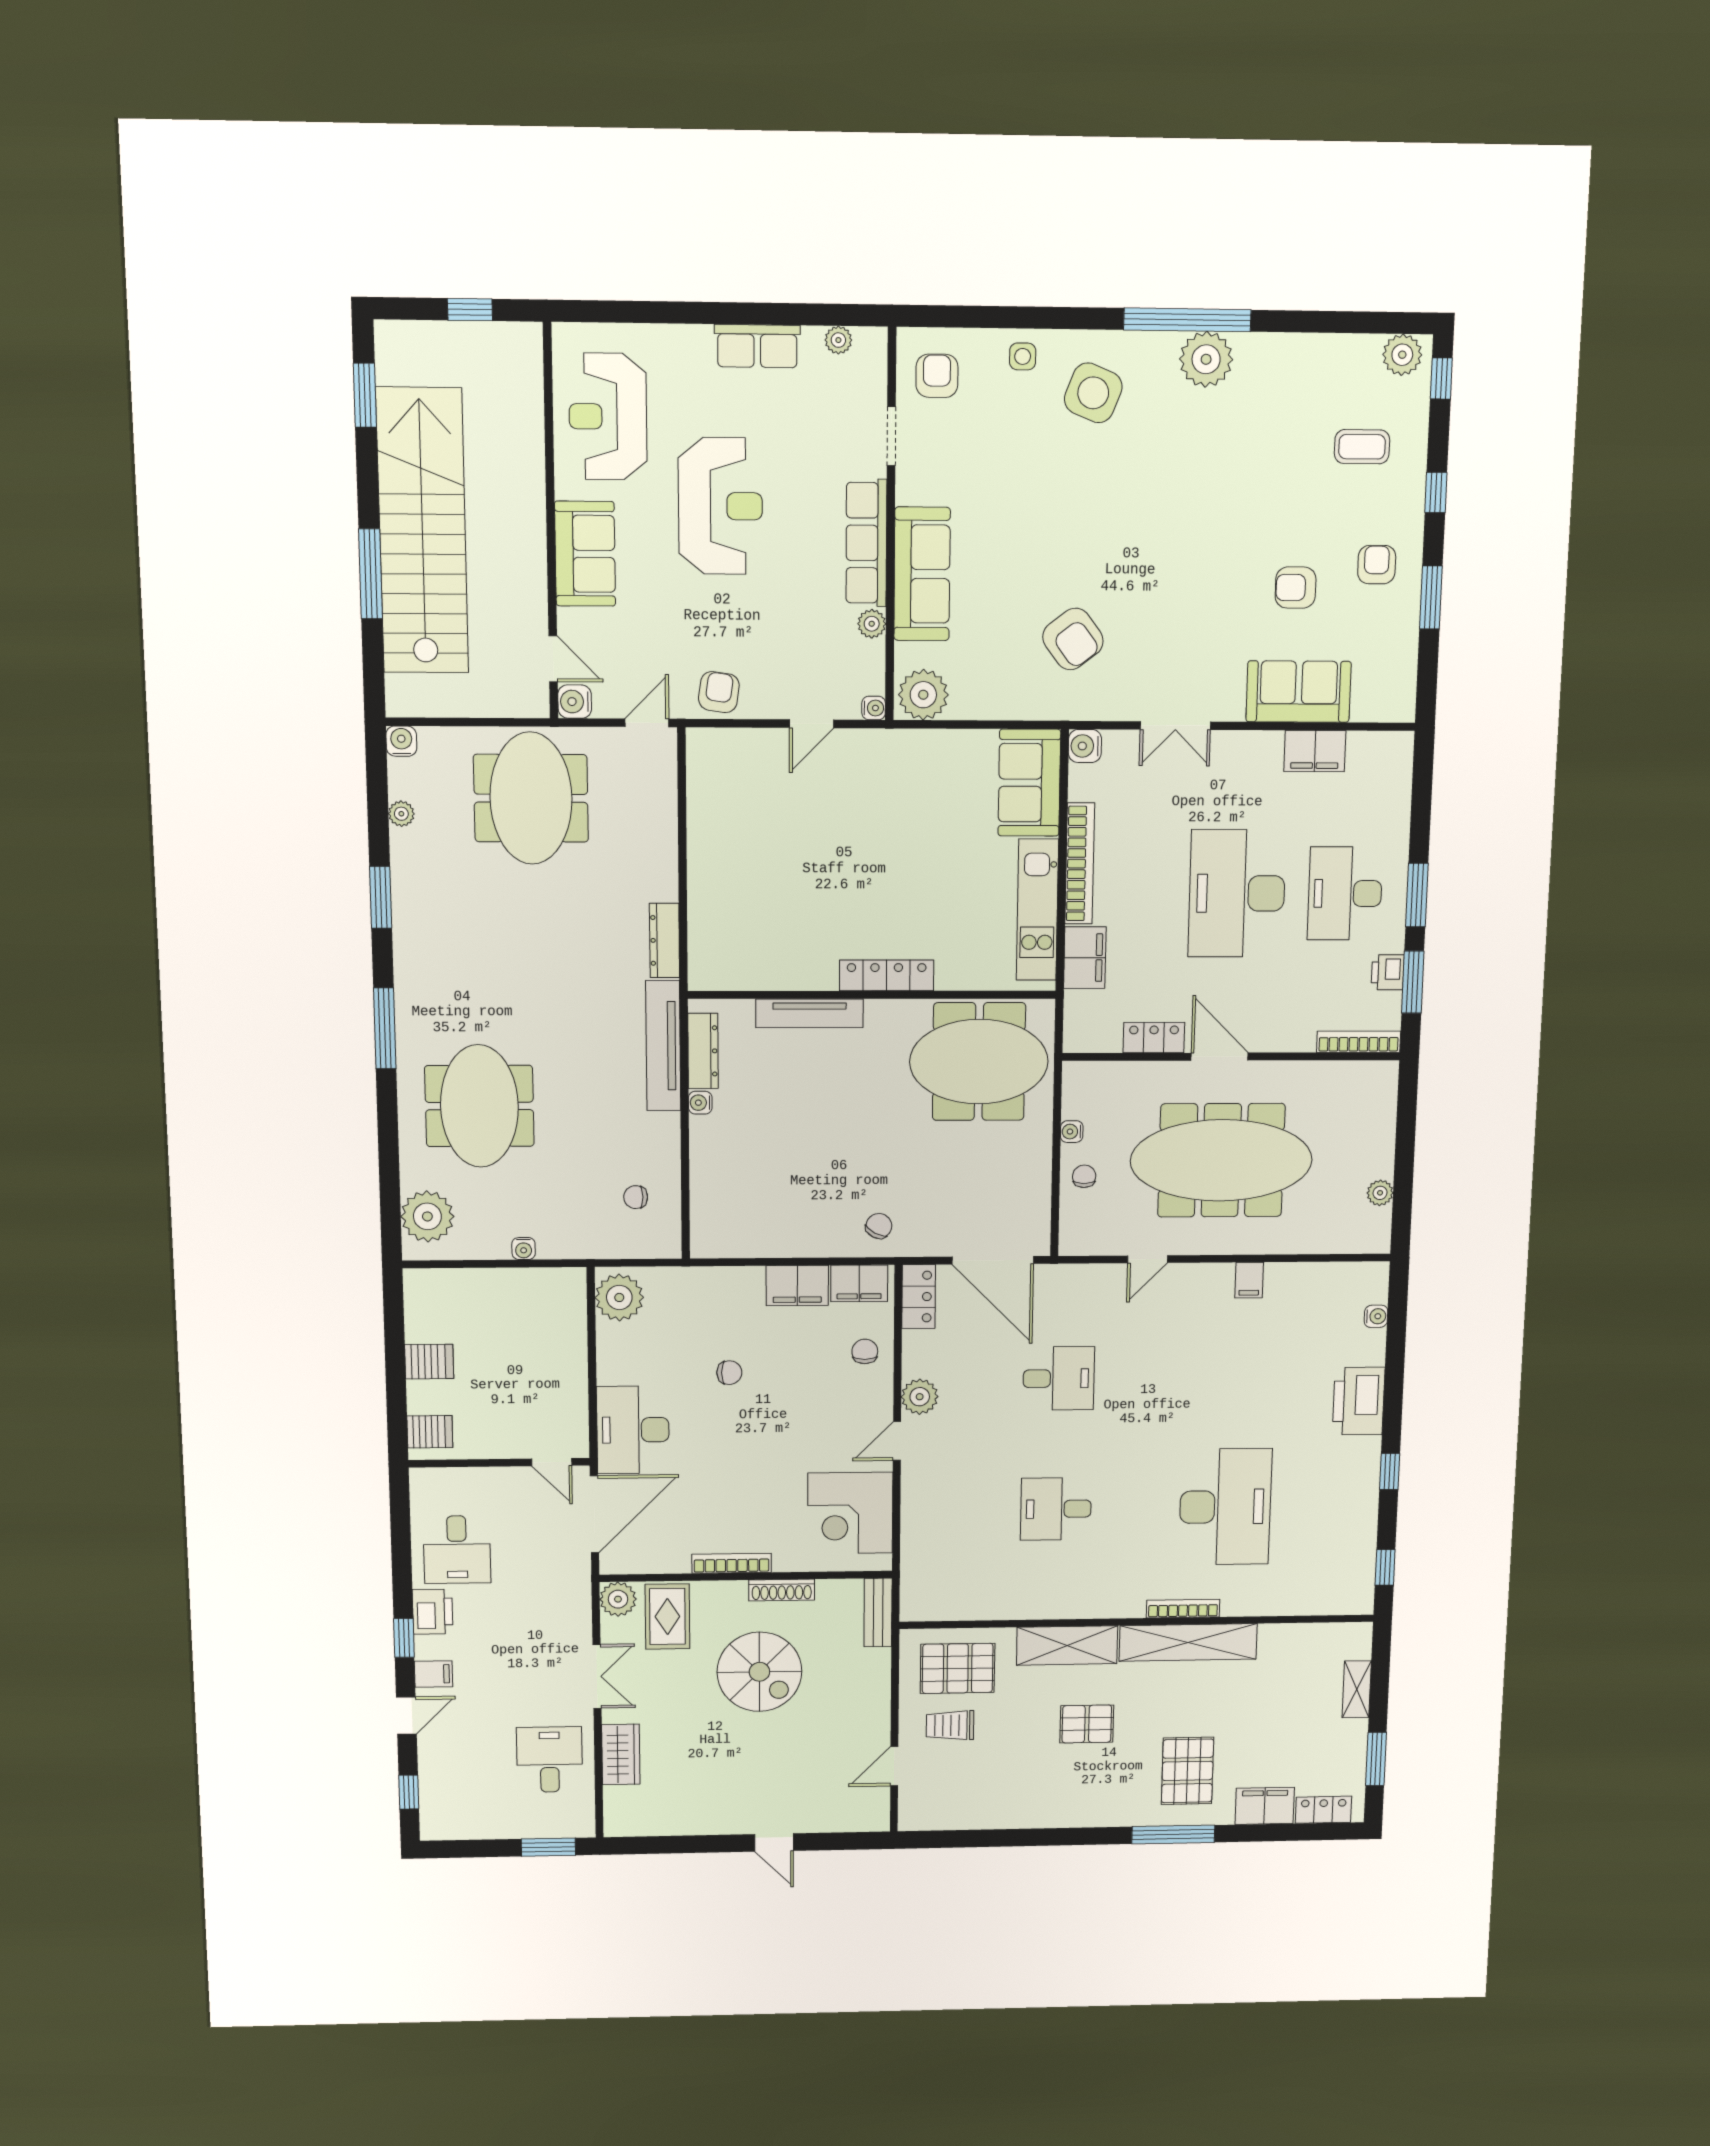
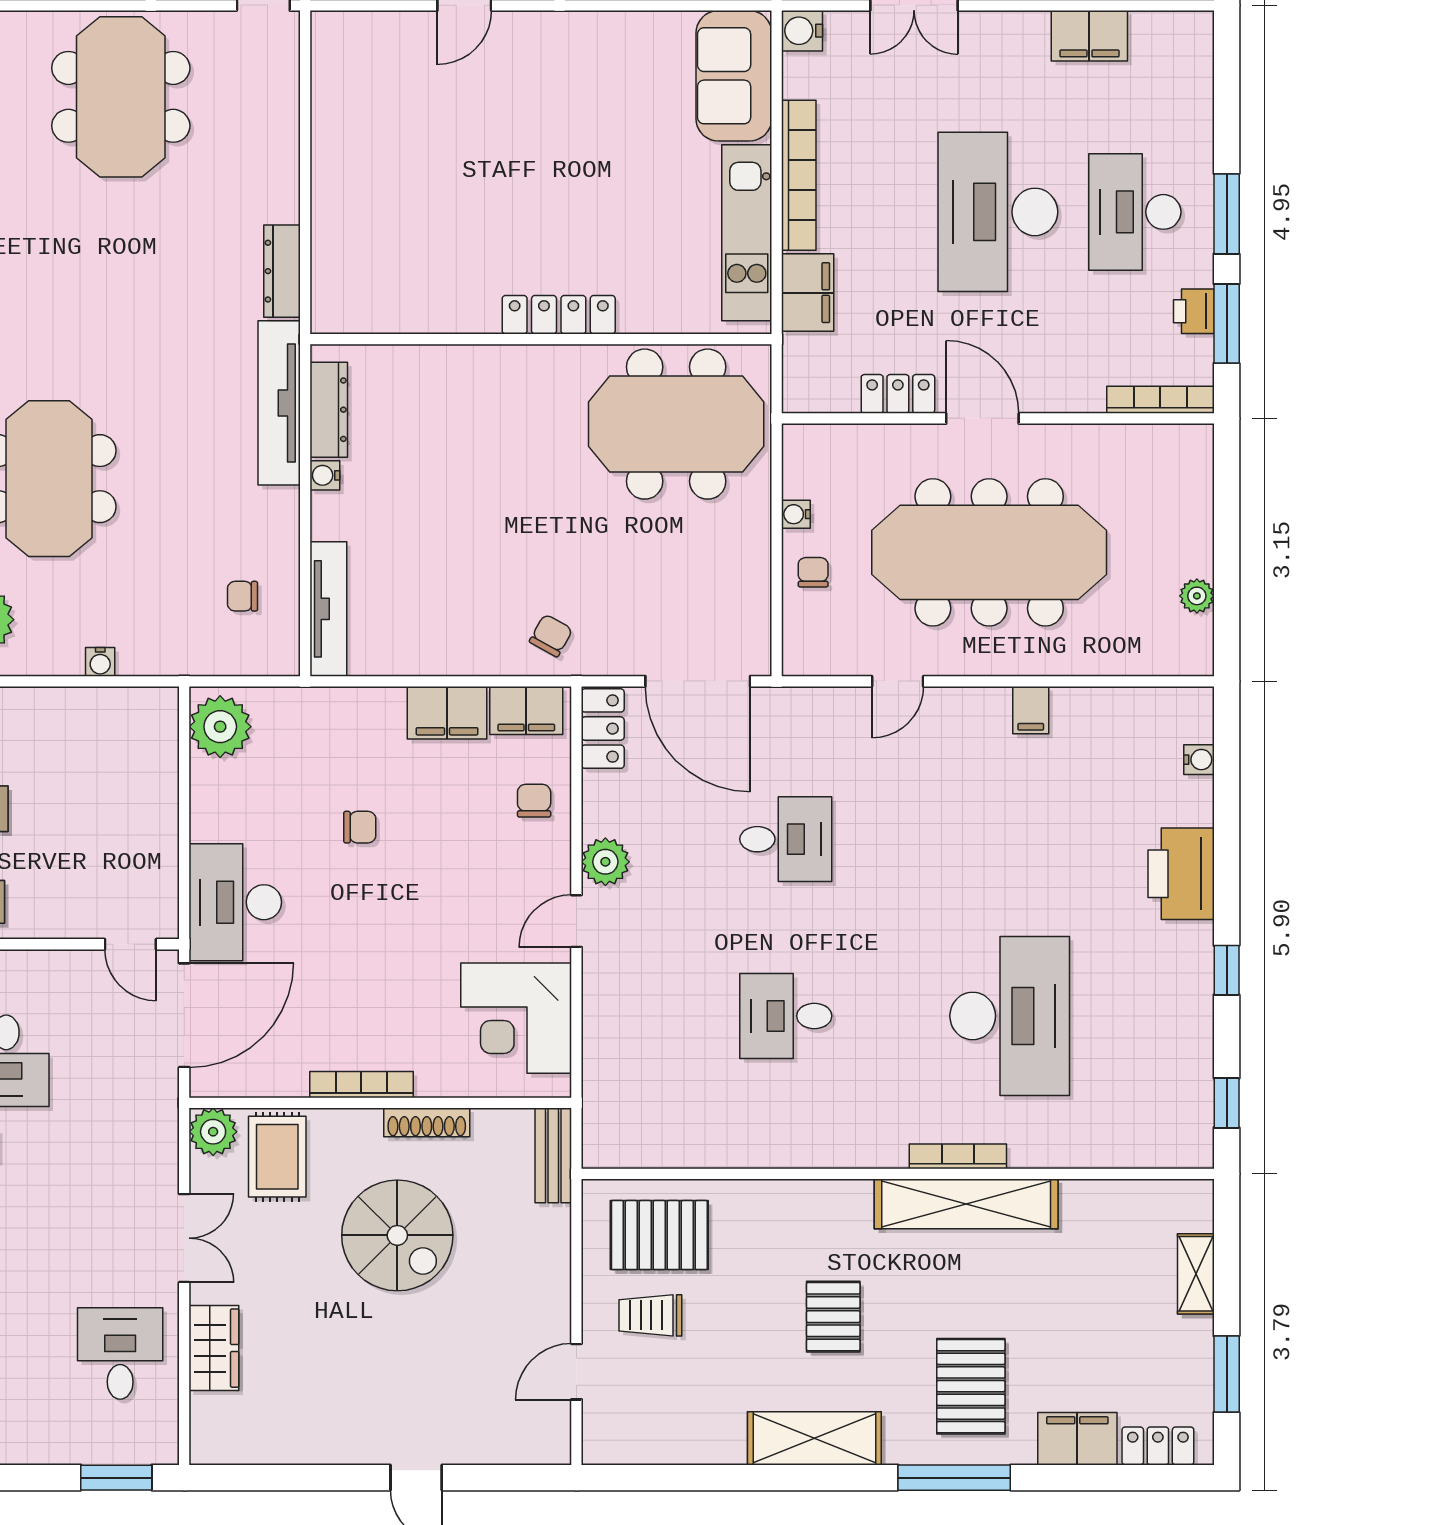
tv unit: (810, 1013) -> (328, 609), moved, turned -90
shelving: (1067, 1645) -> (814, 1438), moved
pallet: (1087, 1724) -> (833, 1317), turned 90

